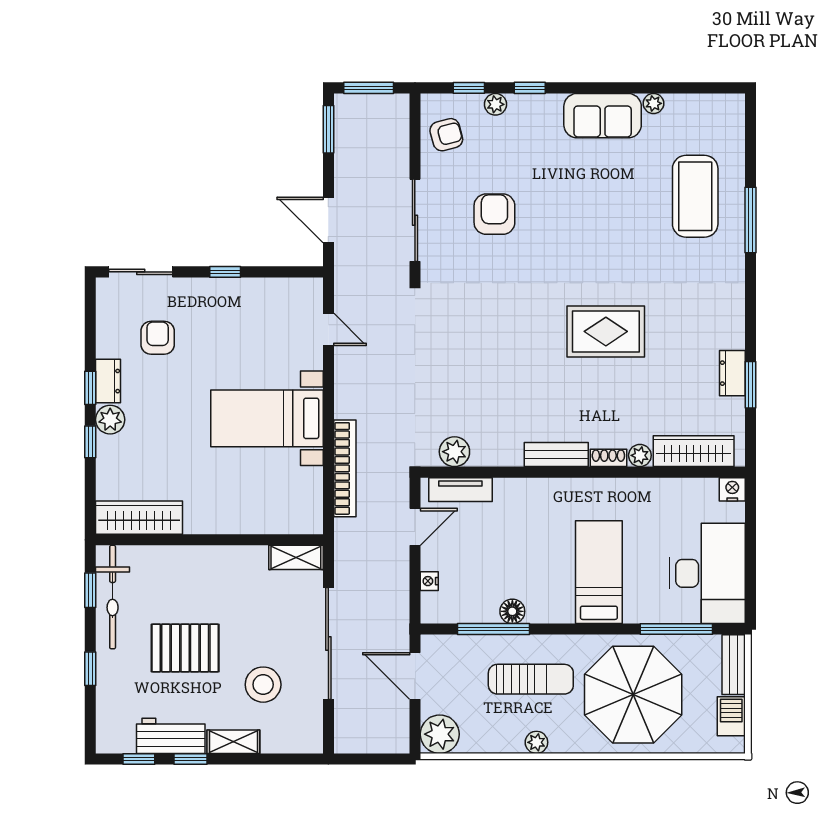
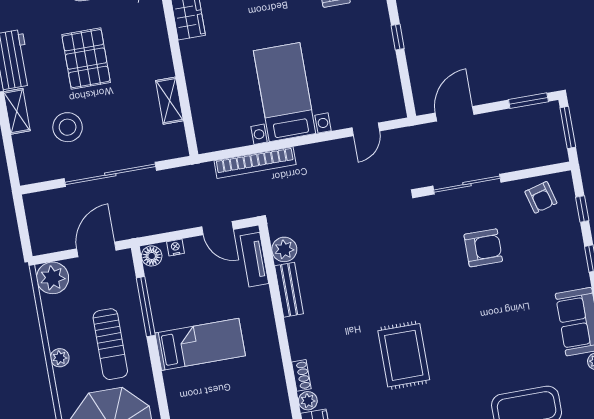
plant: (495, 104) -> (573, 233), removed
bench: (556, 455) -> (289, 290), moved
shelving: (296, 557) -> (170, 101), moved
bed: (599, 572) -> (200, 344), moved
floor lamp: (512, 611) -> (152, 256), moved

